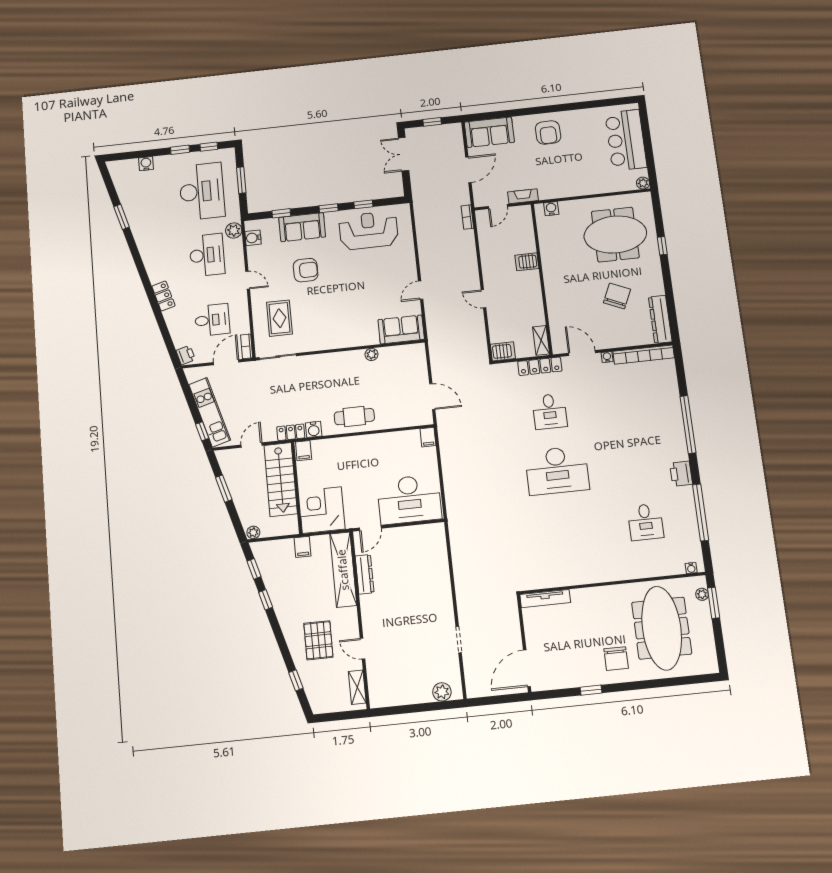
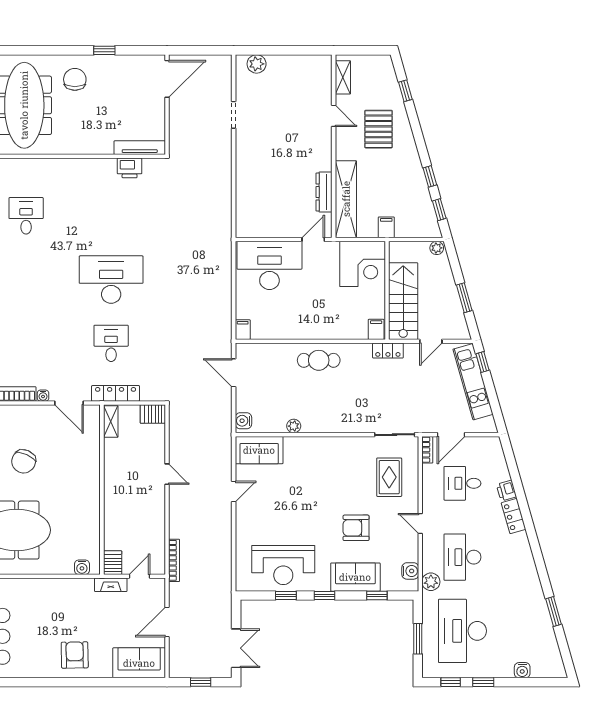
bookcase: (467, 217) -> (174, 560), width x1.56
server rack: (527, 262) -> (113, 563), moved, turned -90
printer: (186, 355) -> (506, 491), moved
water cooler: (314, 429) -> (243, 421), moved, turned -90
printer: (553, 578) -> (130, 168), added

